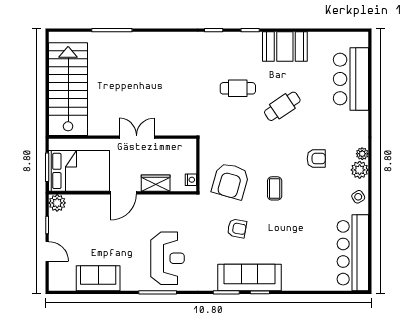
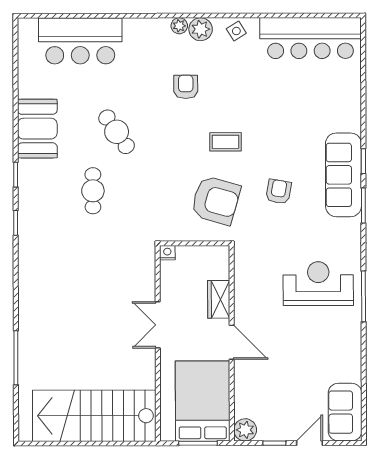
nightstand: (191, 180) -> (167, 253), moved
sofa: (98, 278) -> (345, 412), moved

